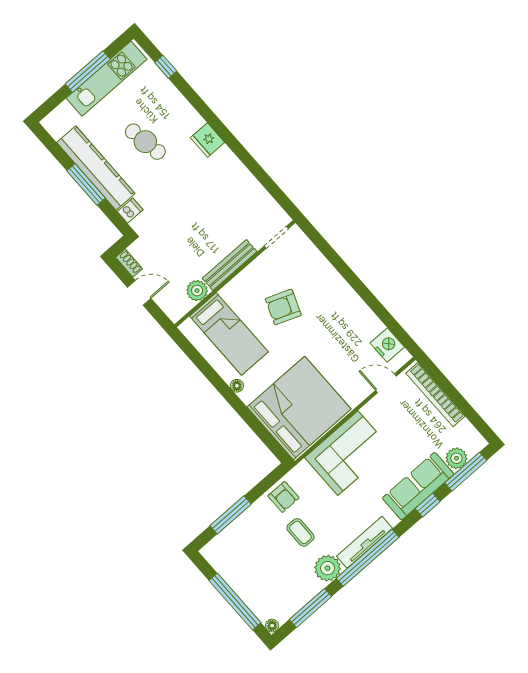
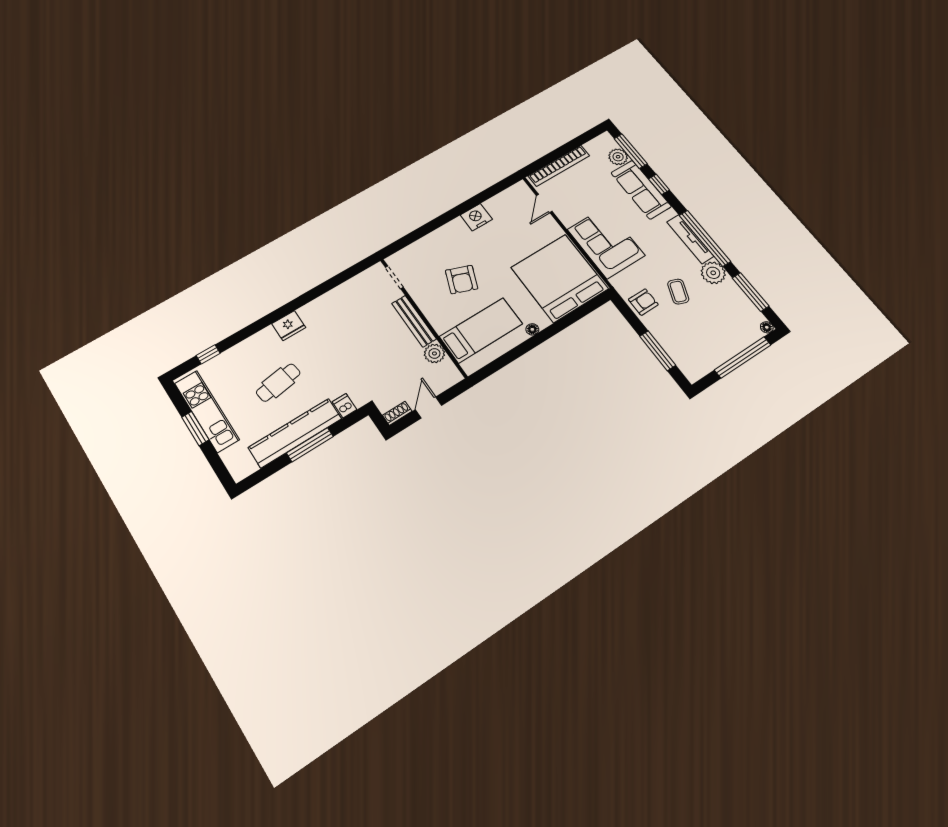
window: (88, 72) -> (195, 428), width x0.69
nightstand: (387, 345) -> (476, 217), moved
coffee table: (300, 532) -> (678, 292), turned -69

